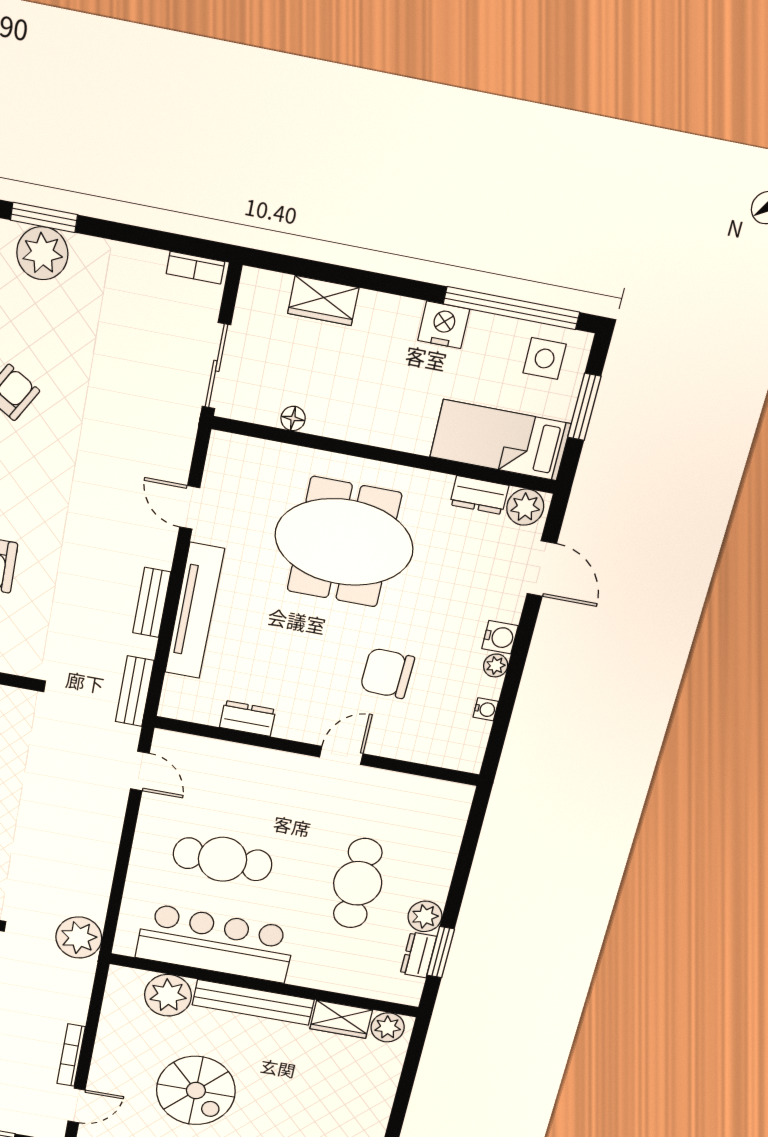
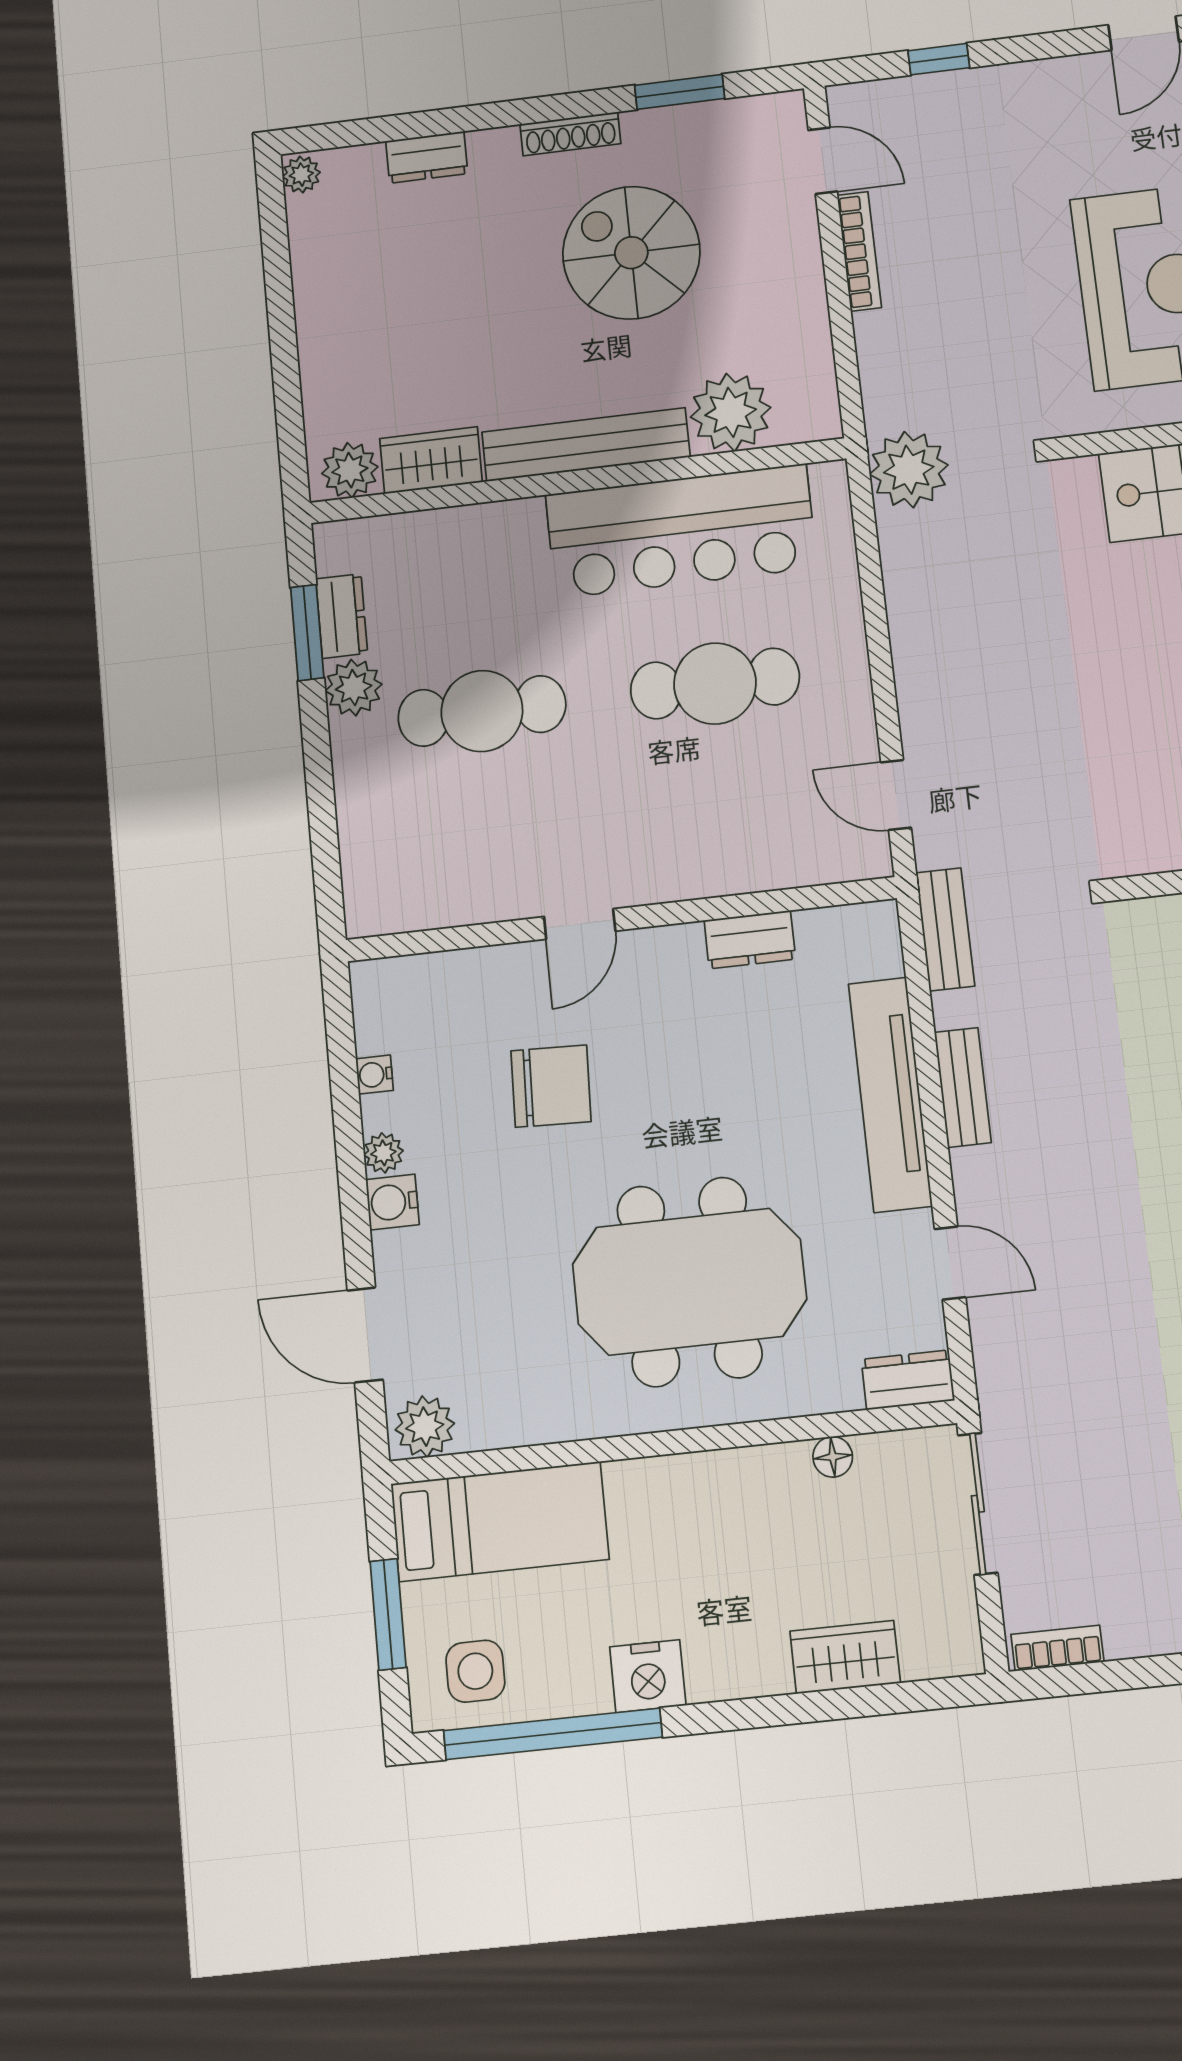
dresser: (479, 495) -> (908, 1380), moved
cafe table: (358, 883) -> (482, 711), turned 90
door: (77, 1106) -> (823, 161), swing flipped

